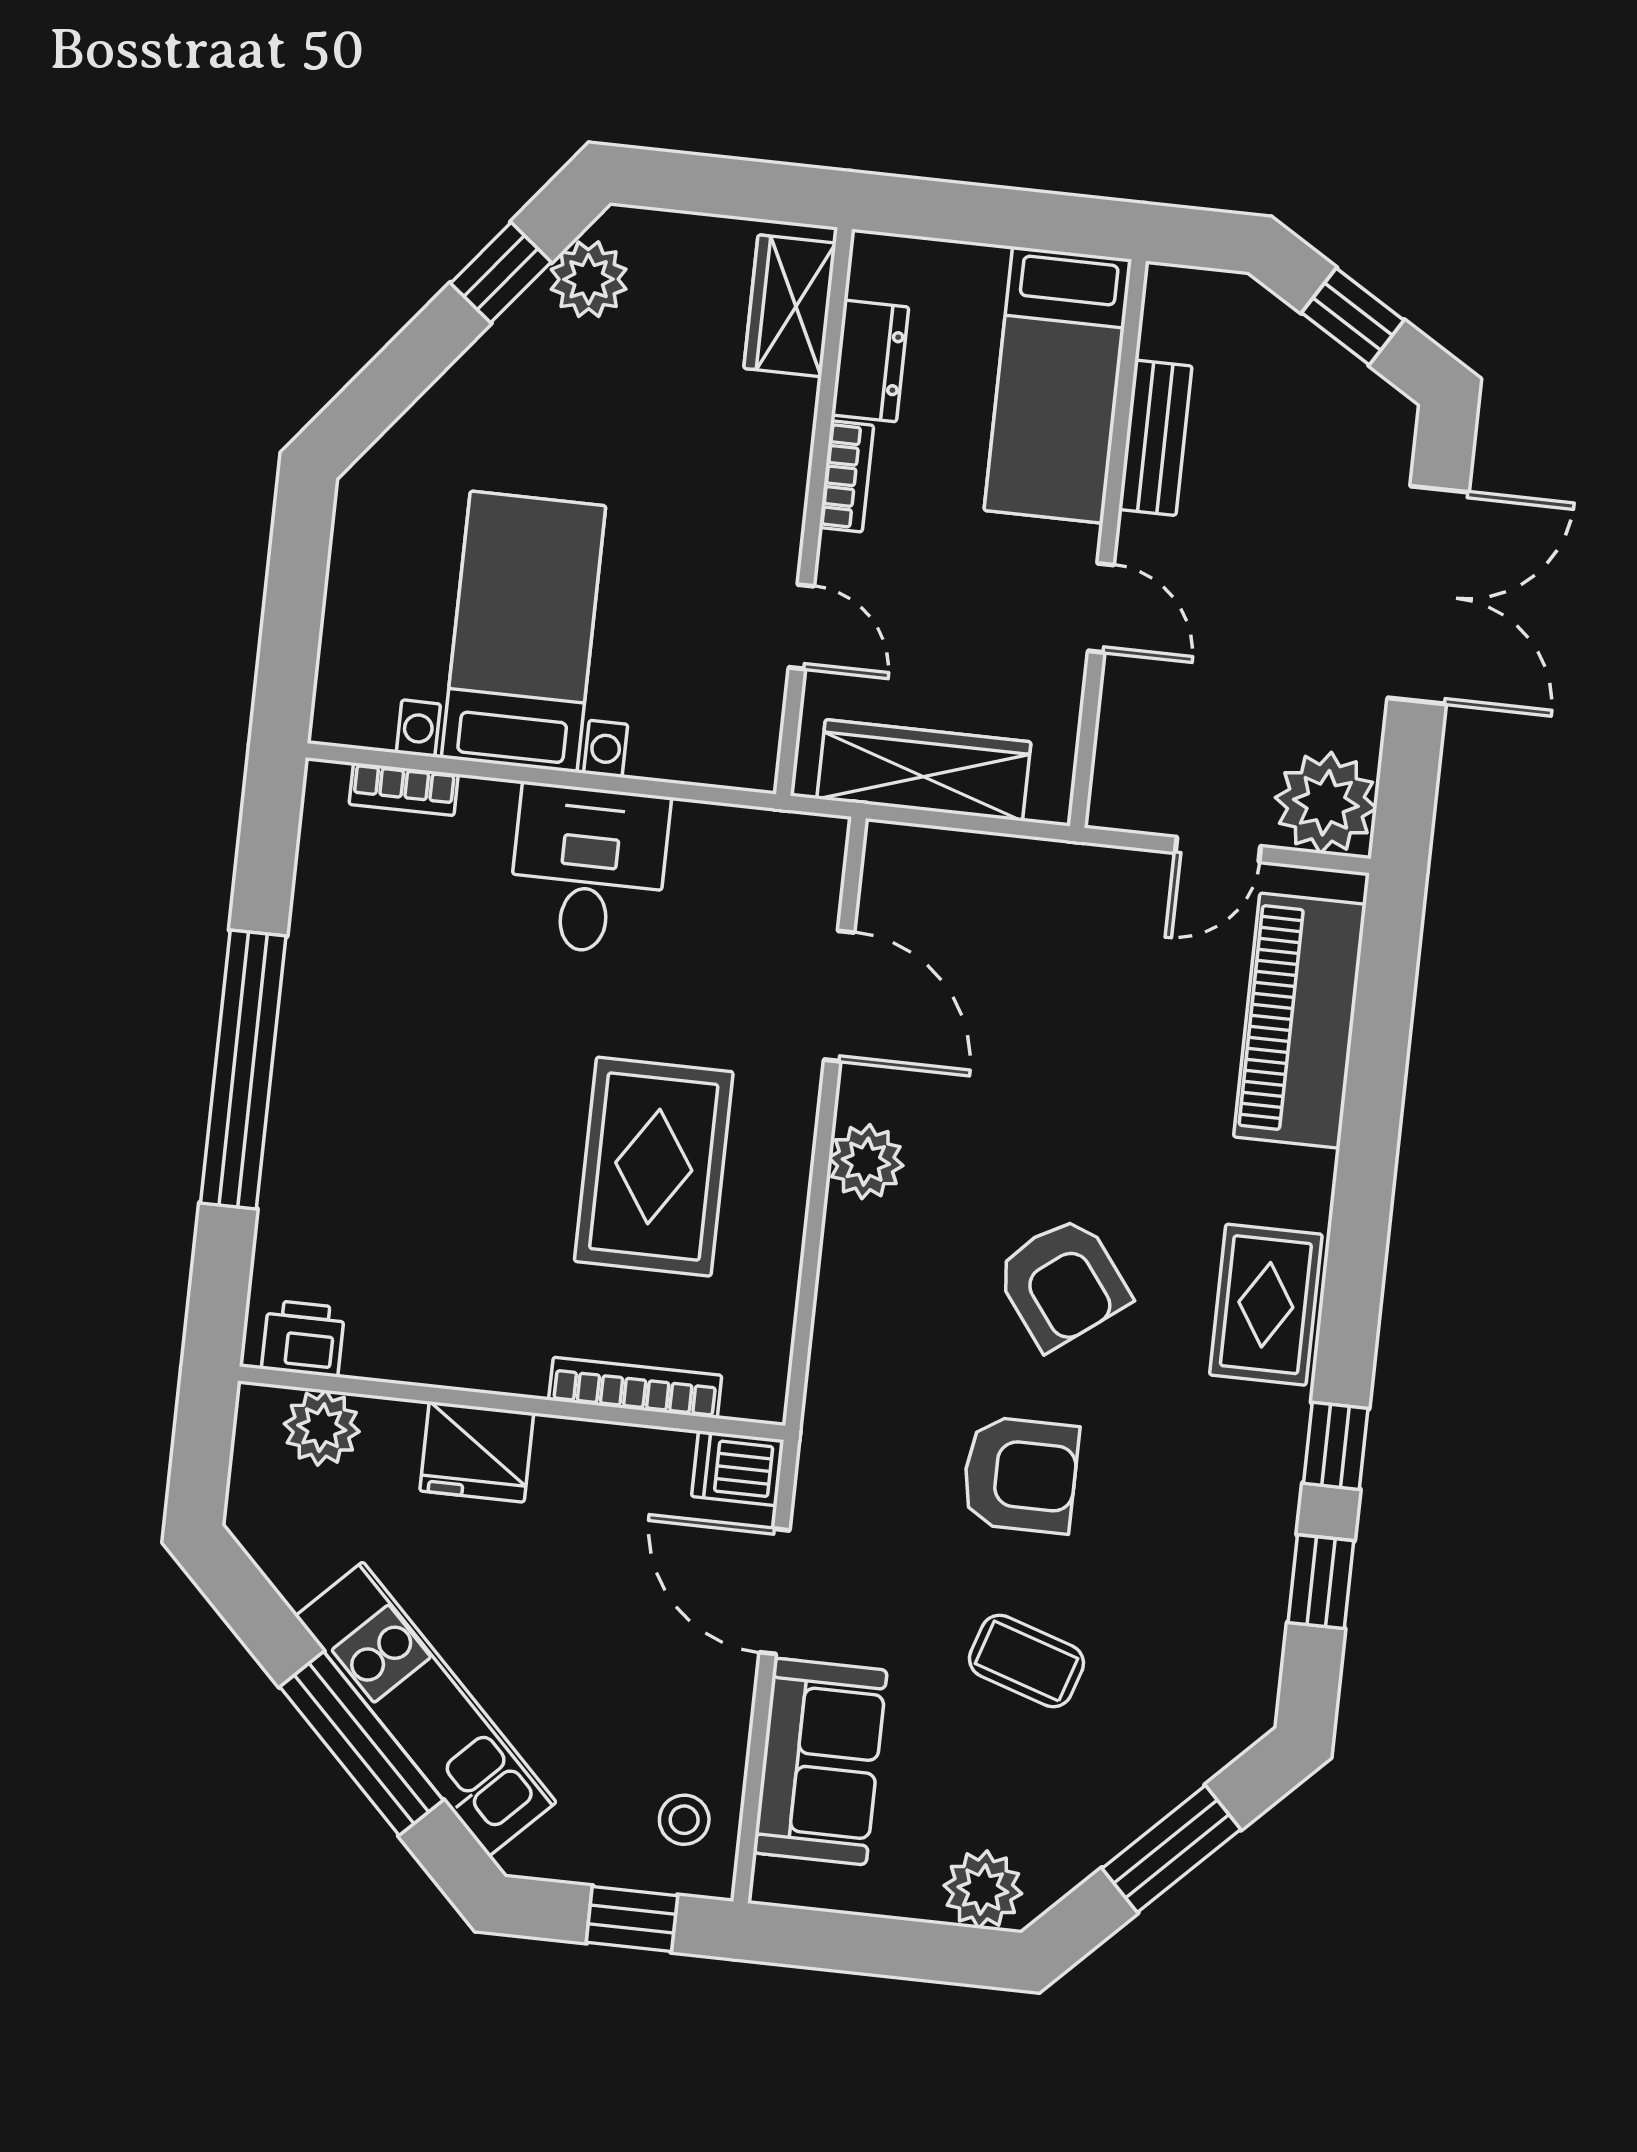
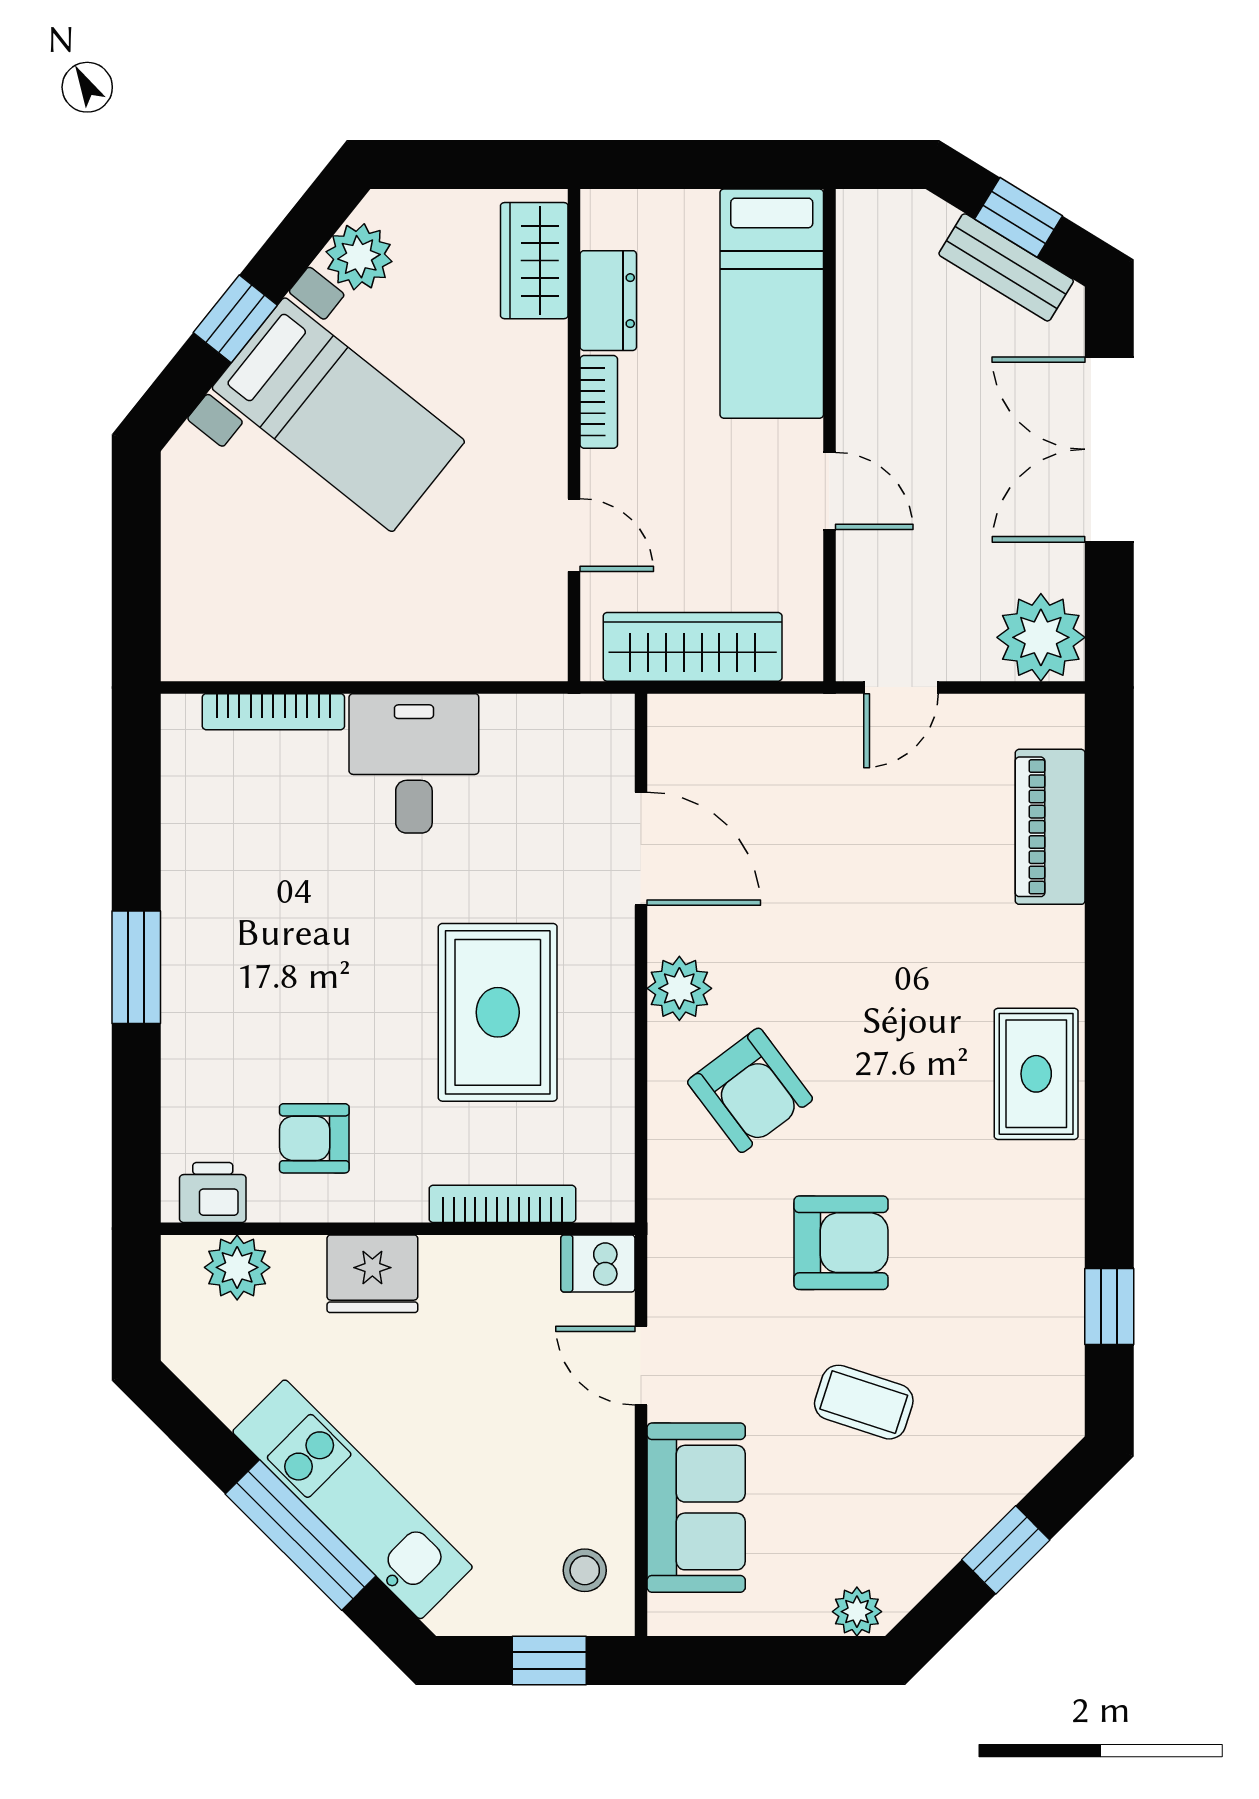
window: (501, 273) -> (235, 319), moved
bench: (1155, 438) -> (1006, 267), moved, turned -59
double door: (1428, 595) -> (1109, 449), swing flipped
bed with nightstands: (524, 632) -> (338, 415), moved, turned 129
bookcase: (404, 789) -> (273, 712), width x1.56
door: (1218, 849) -> (901, 687), moved
piano: (1300, 1021) -> (1050, 827), width x0.73, depth x0.75
window: (243, 1070) -> (136, 967), width x0.47
armchair: (1062, 1283) -> (750, 1090), moved
armchair: (427, 1289) -> (314, 1138), added
window: (1336, 1446) -> (1109, 1189), removed
door: (774, 1591) -> (641, 1366), width x0.73
window: (1171, 1849) -> (1006, 1550), width x0.67
plant: (983, 1889) -> (857, 1612), width x0.73, depth x0.73

